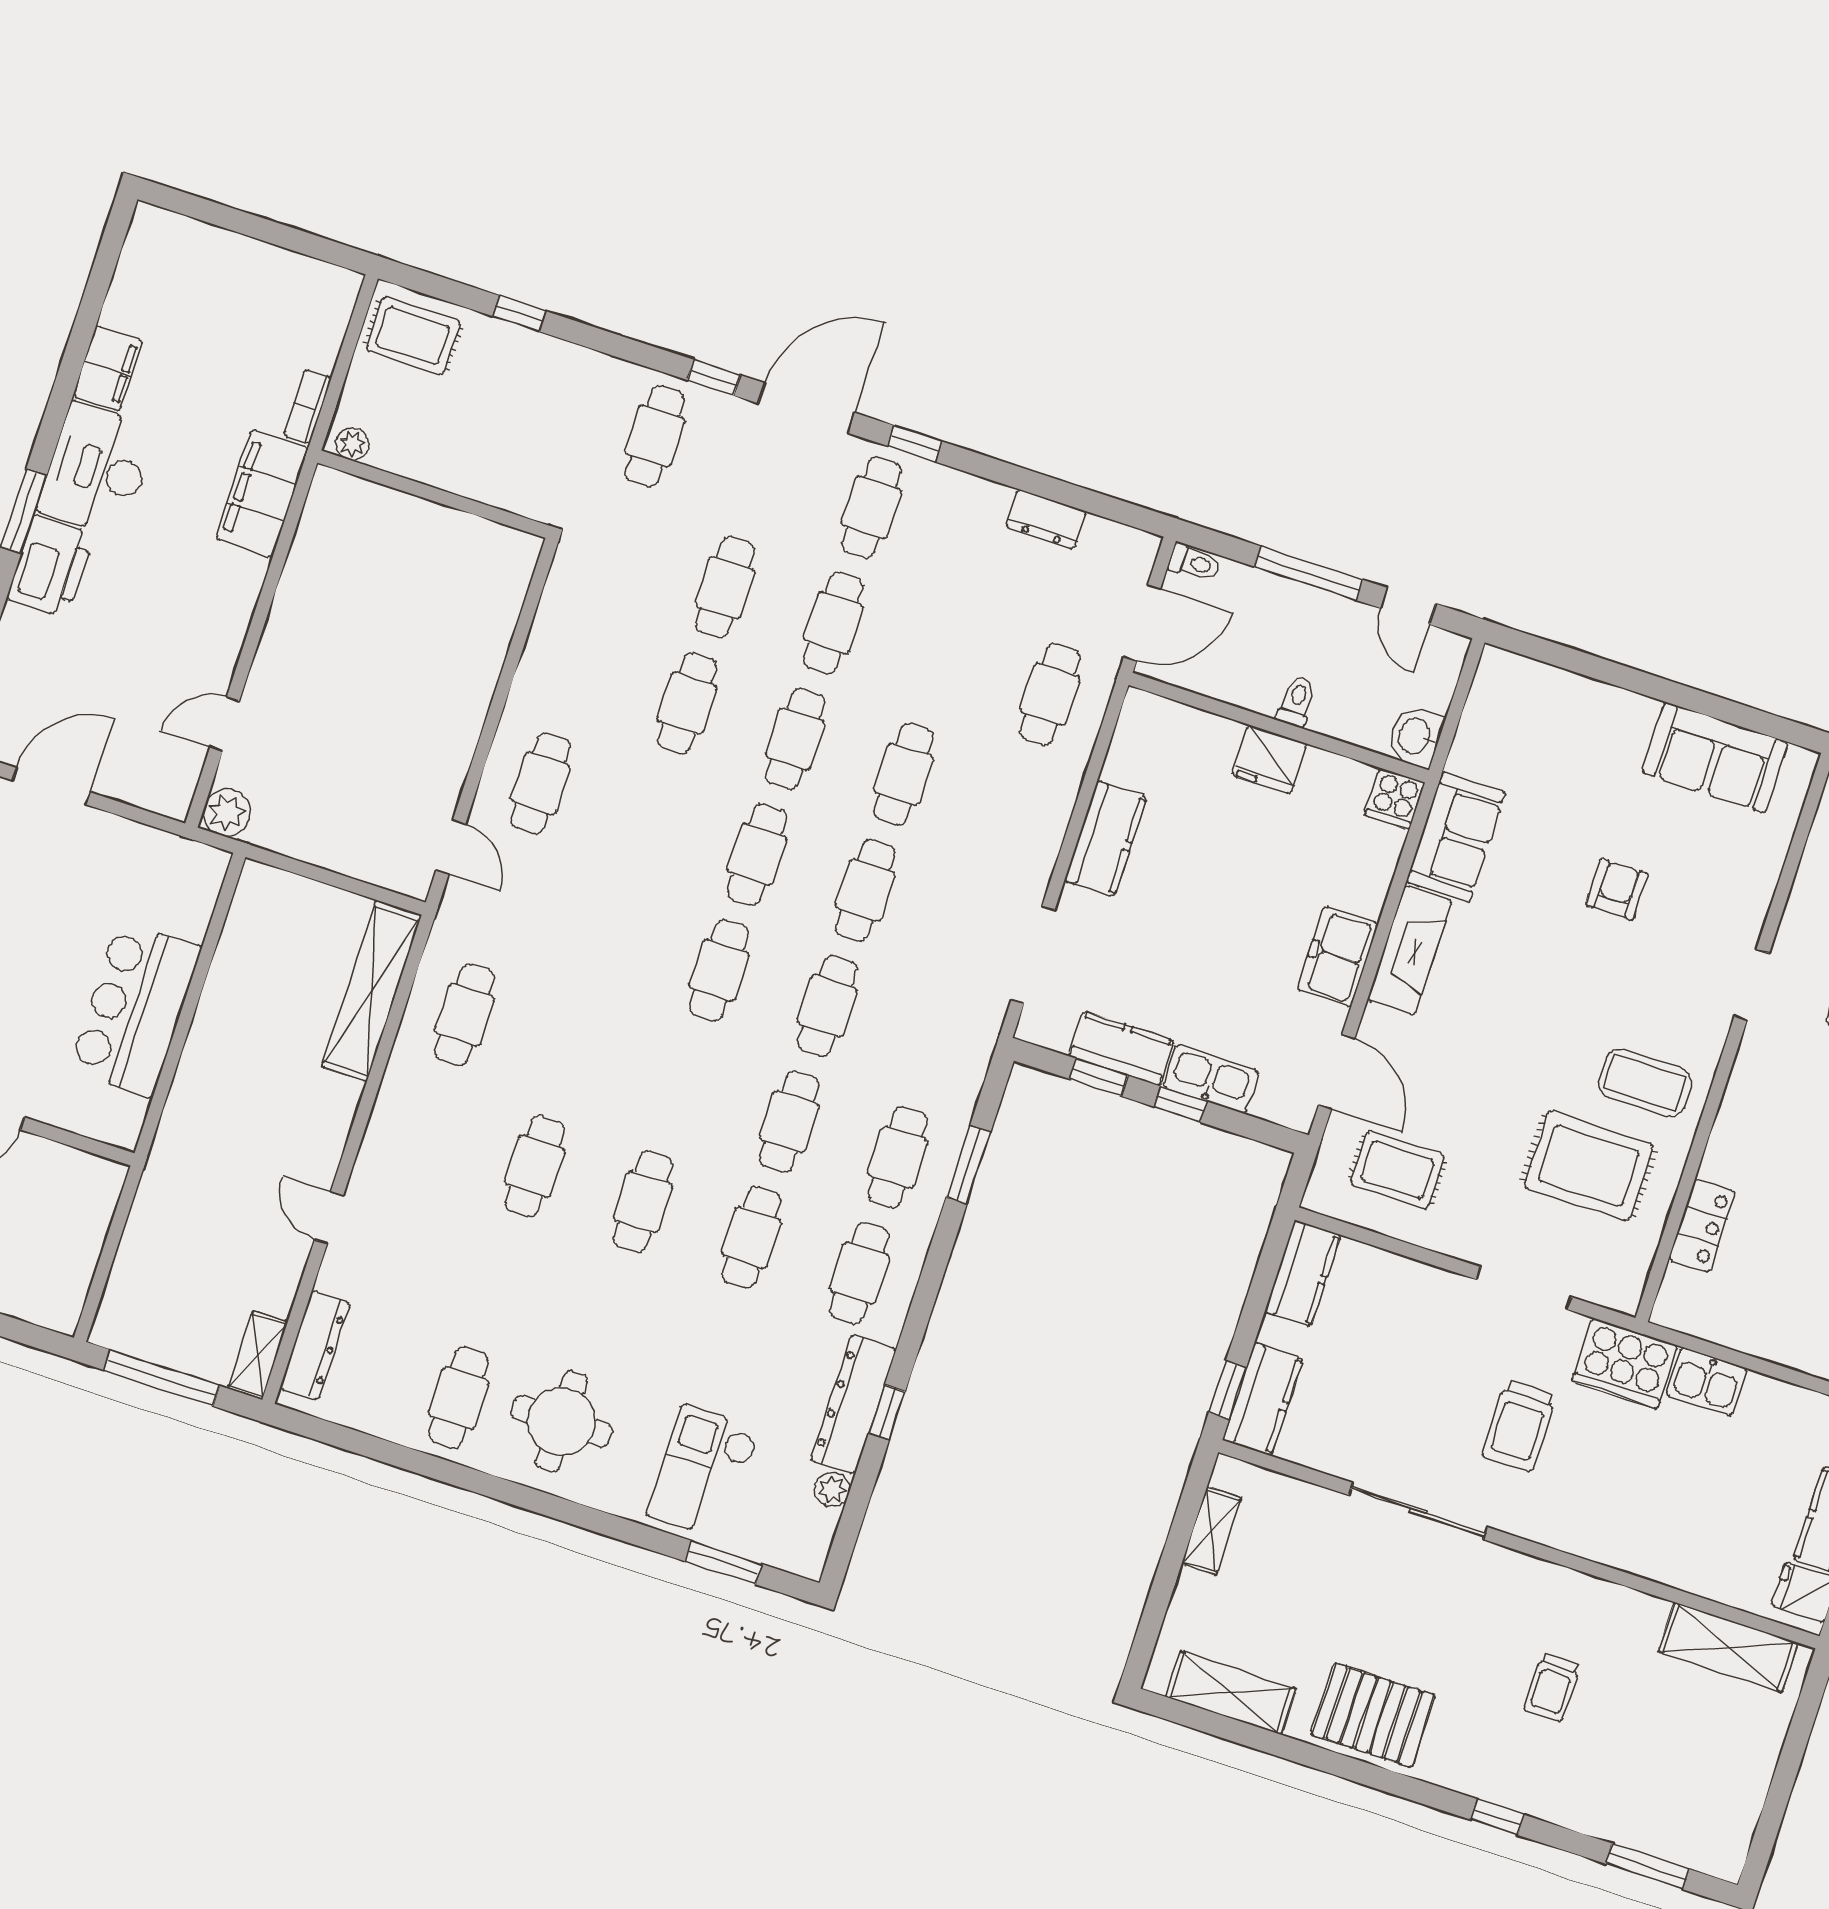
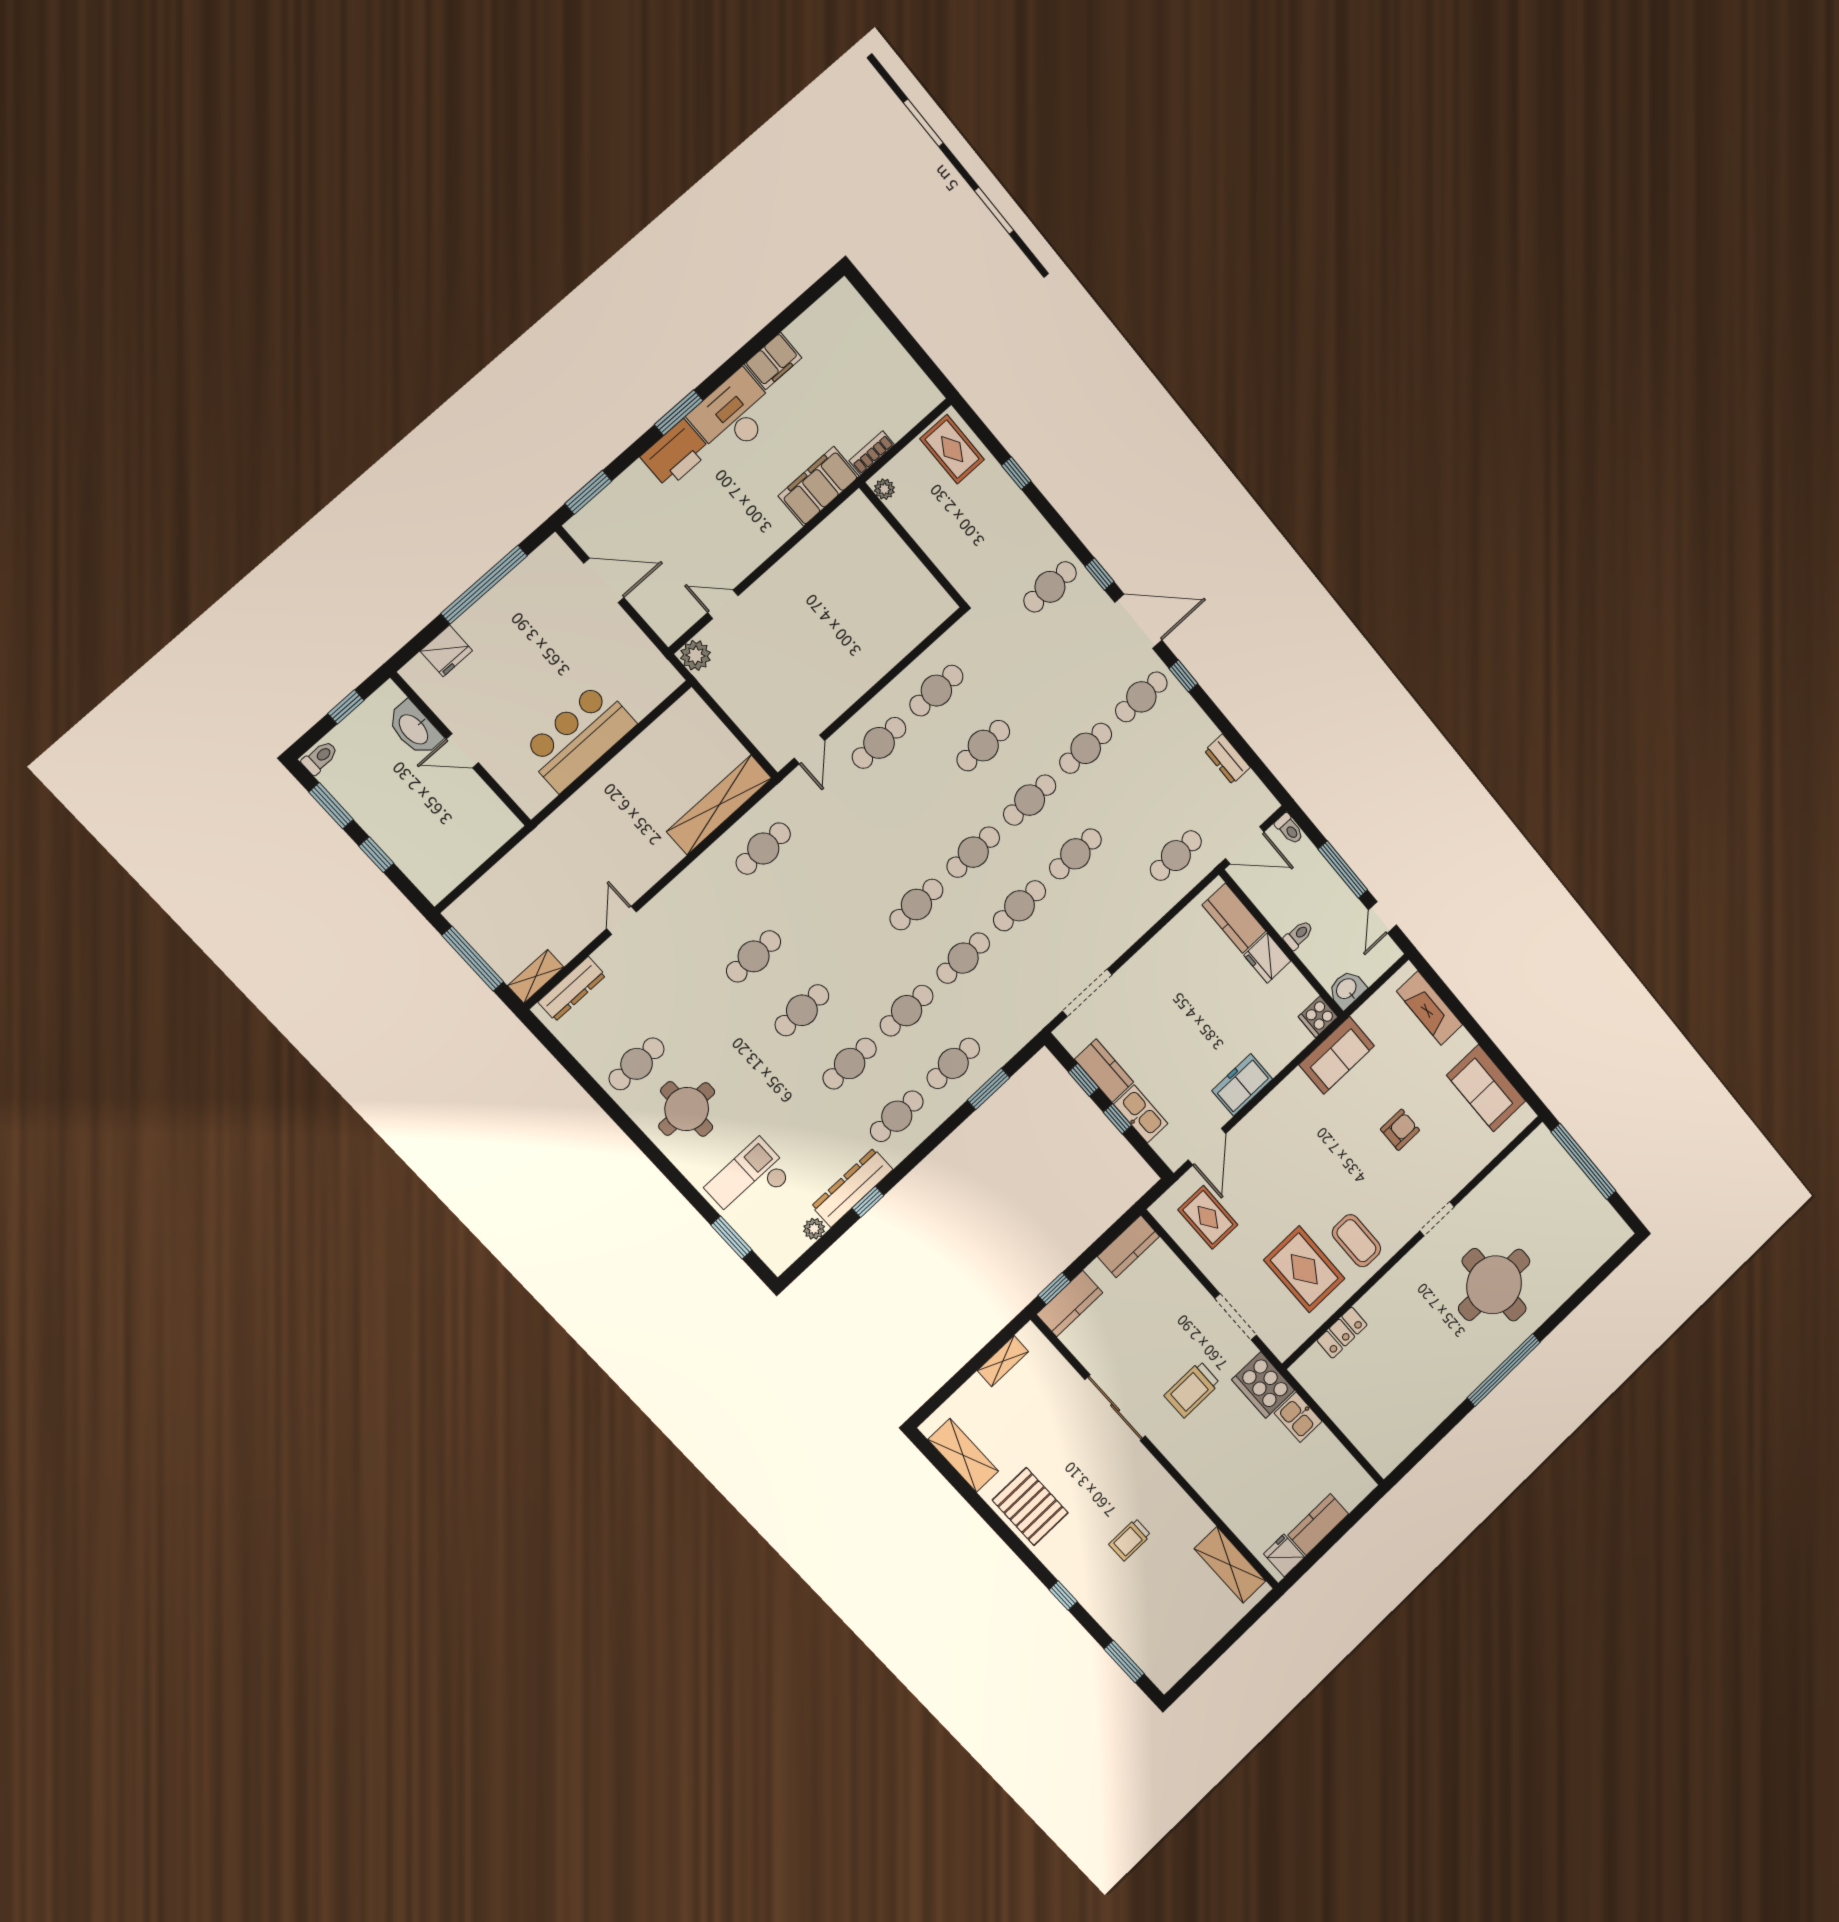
cafe table: (725, 587) -> (936, 691), moved
kitchen counter: (1106, 839) -> (1234, 918), moved, turned 90
fireplace: (1409, 950) -> (1430, 1008), moved, turned 90

